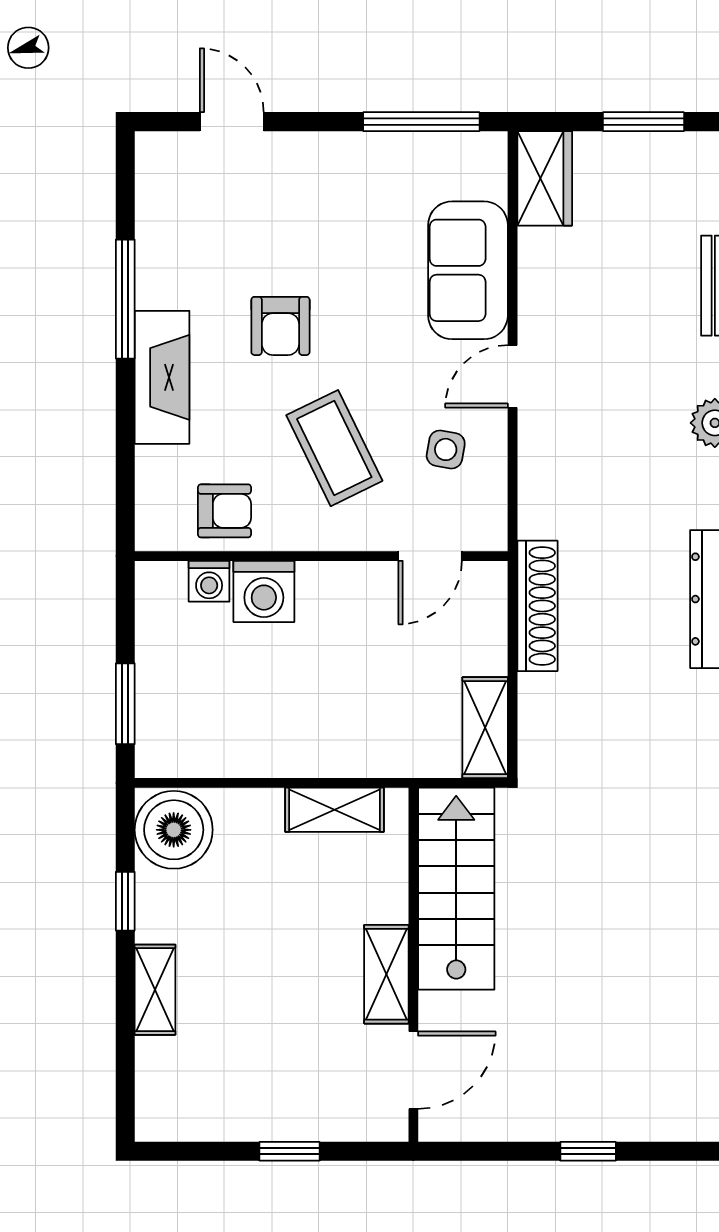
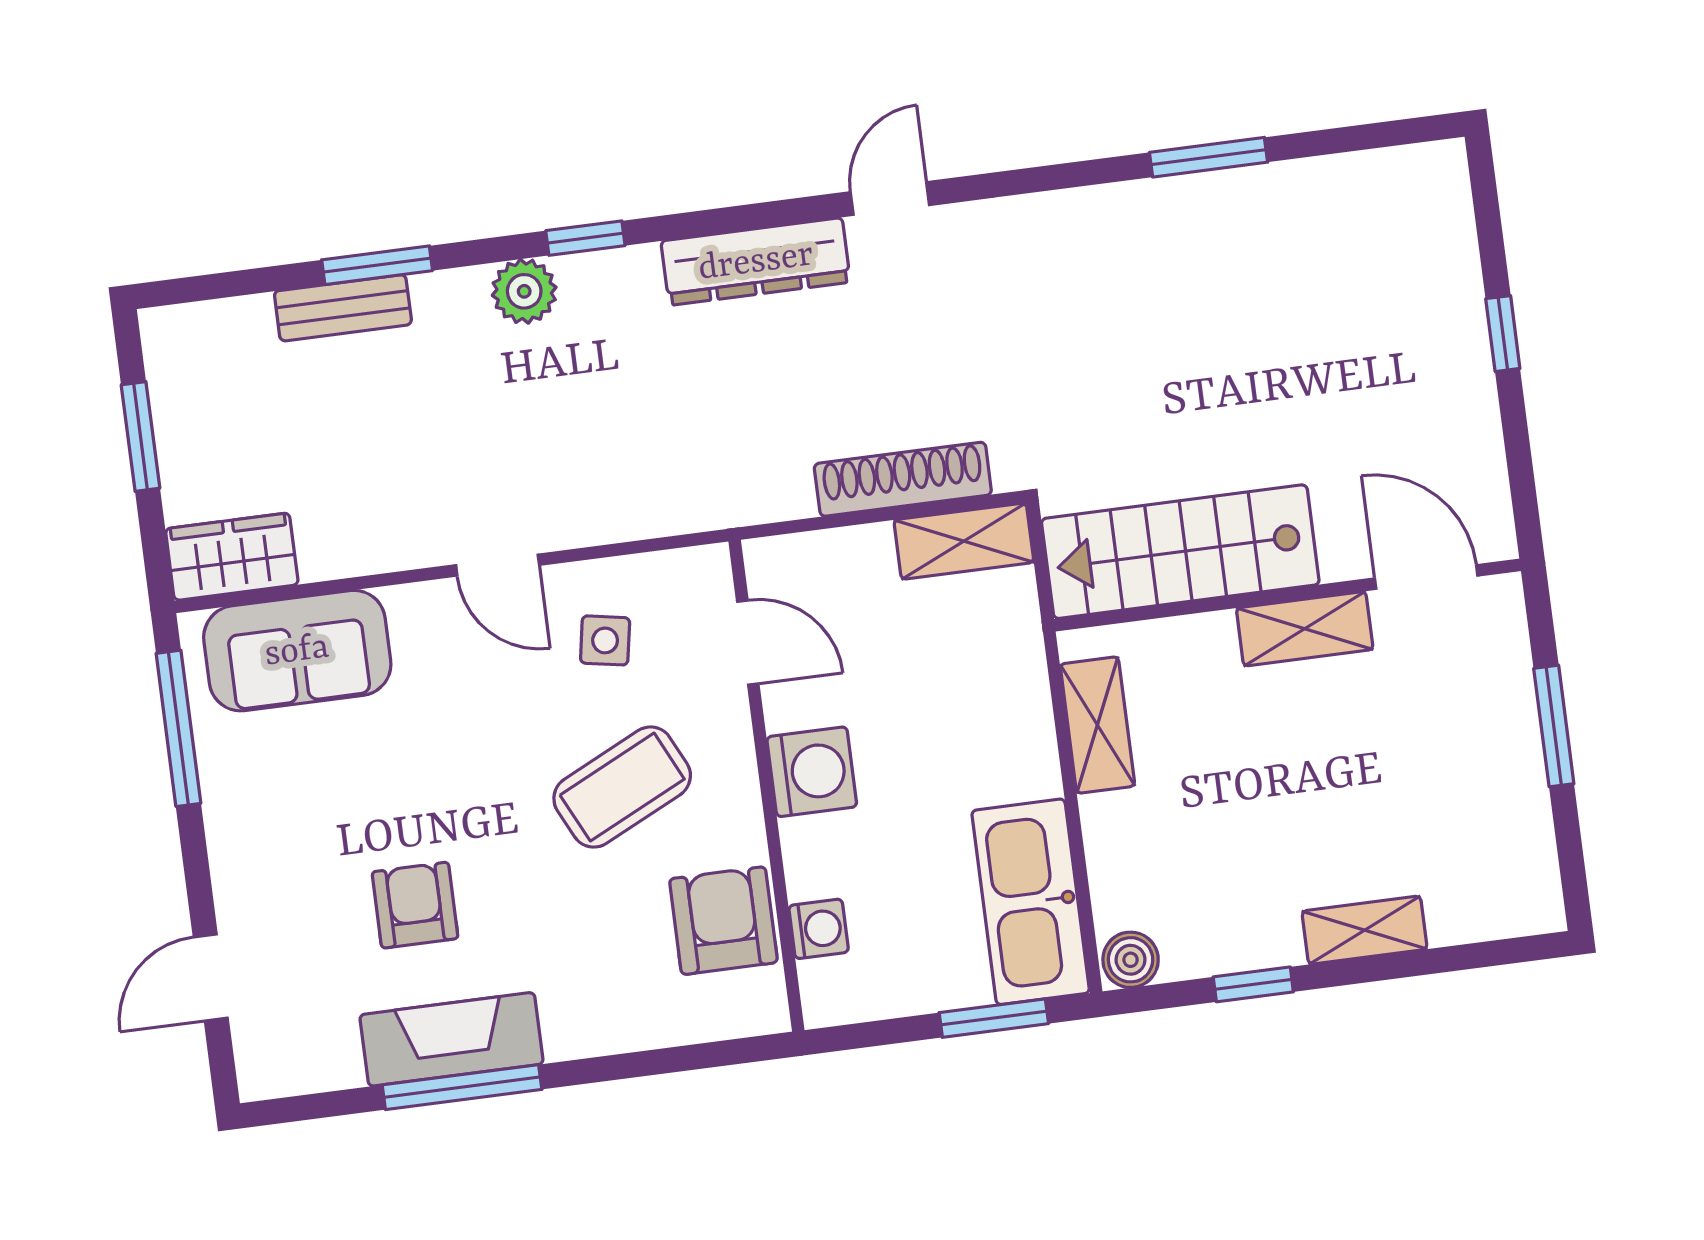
sofa: (468, 270) -> (297, 651), moved
armchair: (280, 326) -> (415, 905), moved, turned -90
fireplace: (162, 377) -> (451, 1039), moved
armchair: (224, 511) -> (723, 921), width x1.38, depth x1.38
washing machine: (264, 591) -> (812, 772), moved
shoe rack: (537, 606) -> (903, 479), moved
kitchen sink: (209, 743) -> (1031, 902), added
boiler: (174, 830) -> (1131, 960), width x0.54, depth x0.54
window: (289, 1151) -> (1554, 726), width x1.50

